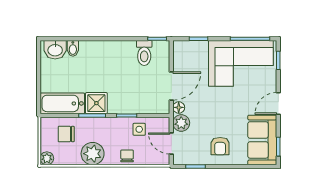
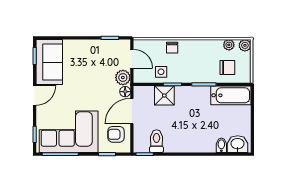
shower: (96, 103) -> (164, 96), moved
armchair: (220, 146) -> (116, 134), moved, turned -90
plant: (93, 154) -> (229, 45), moved, width x0.53, depth x0.53

